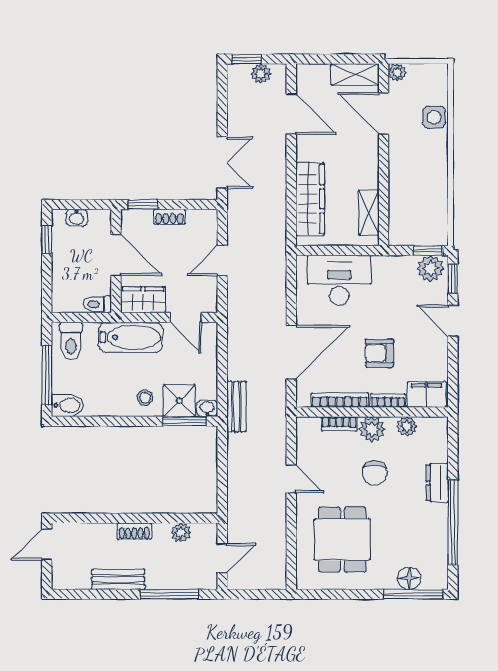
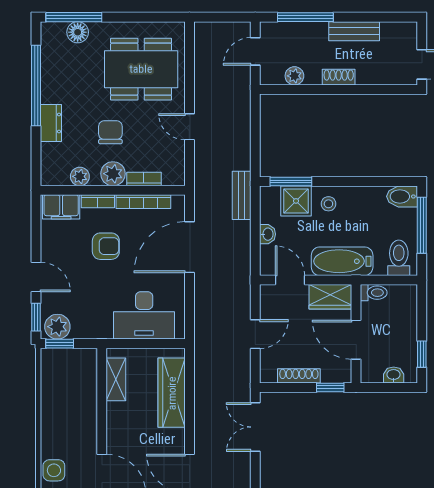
shoe rack: (169, 217) -> (299, 376), width x1.43
washbasin: (207, 408) -> (267, 234), moved, turned -90
dining table: (342, 539) -> (141, 69), width x1.38

